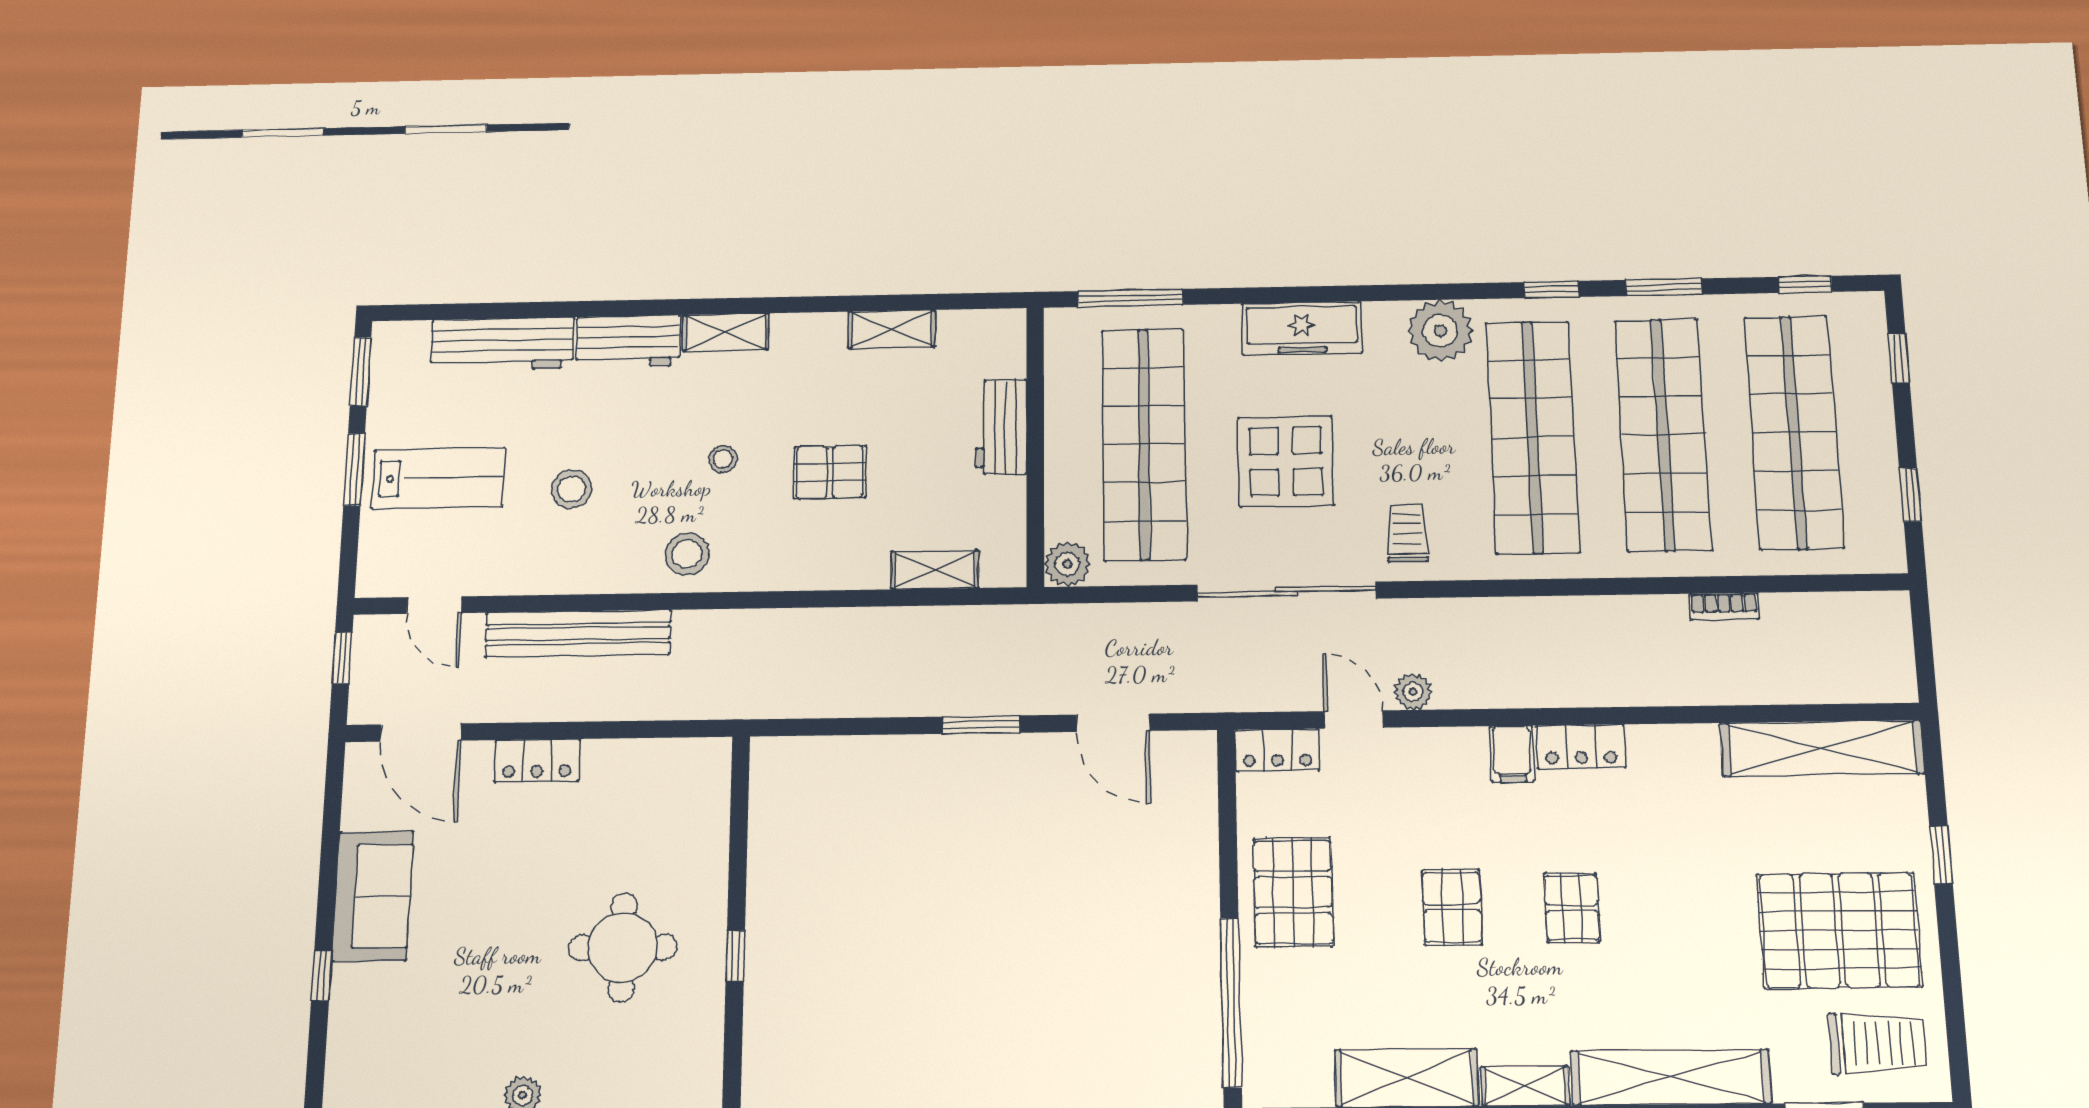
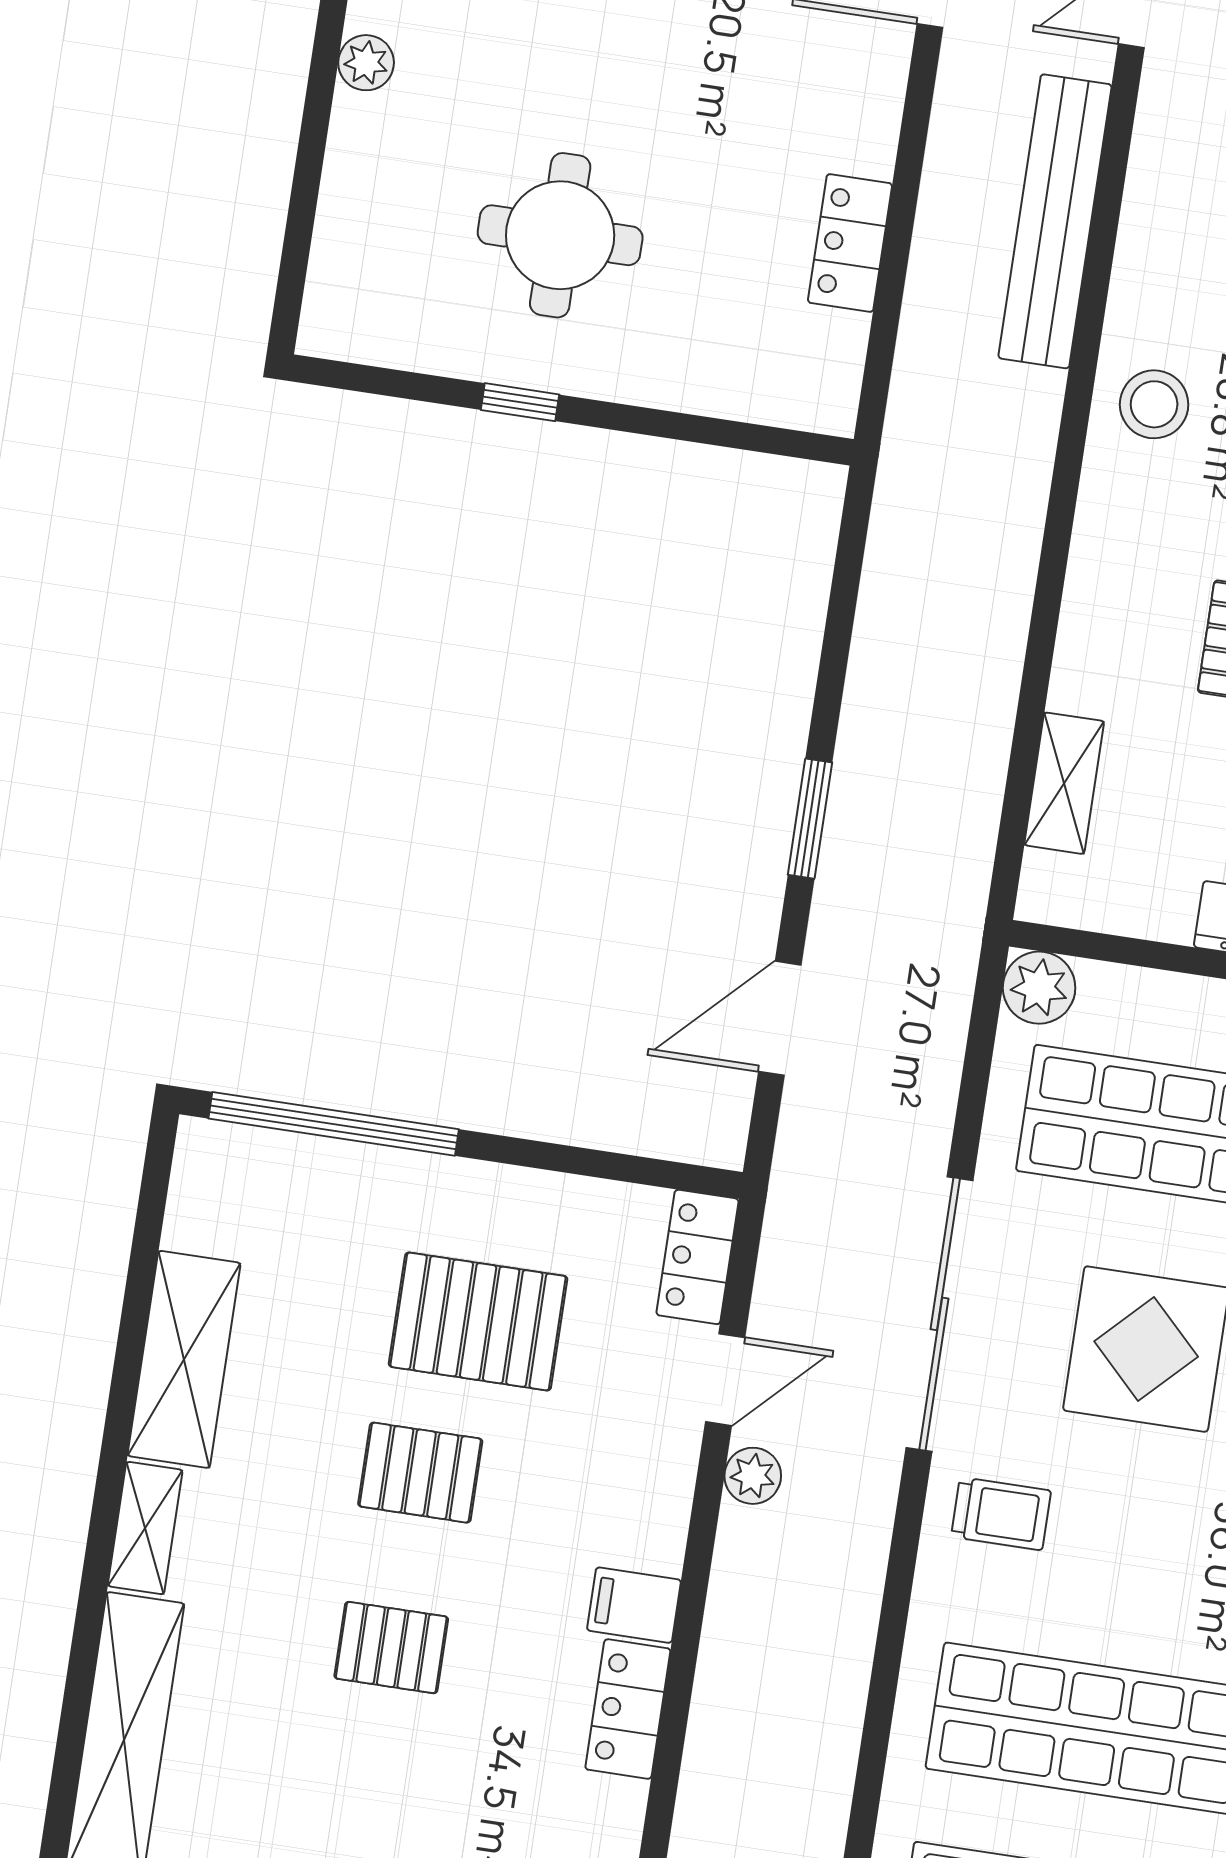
locker: (537, 761) -> (850, 243), moved
pallet: (1293, 892) -> (478, 1321), moved

